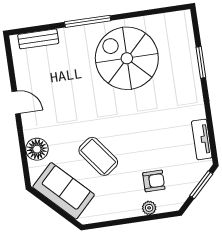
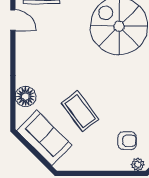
door: (16, 102) -> (13, 20), moved
plant: (149, 208) -> (138, 164), moved

